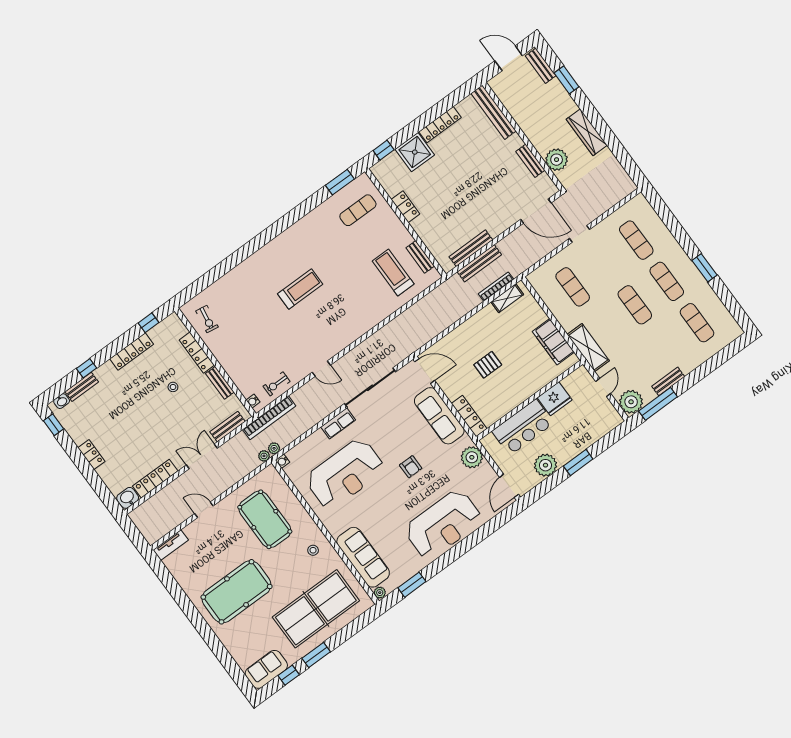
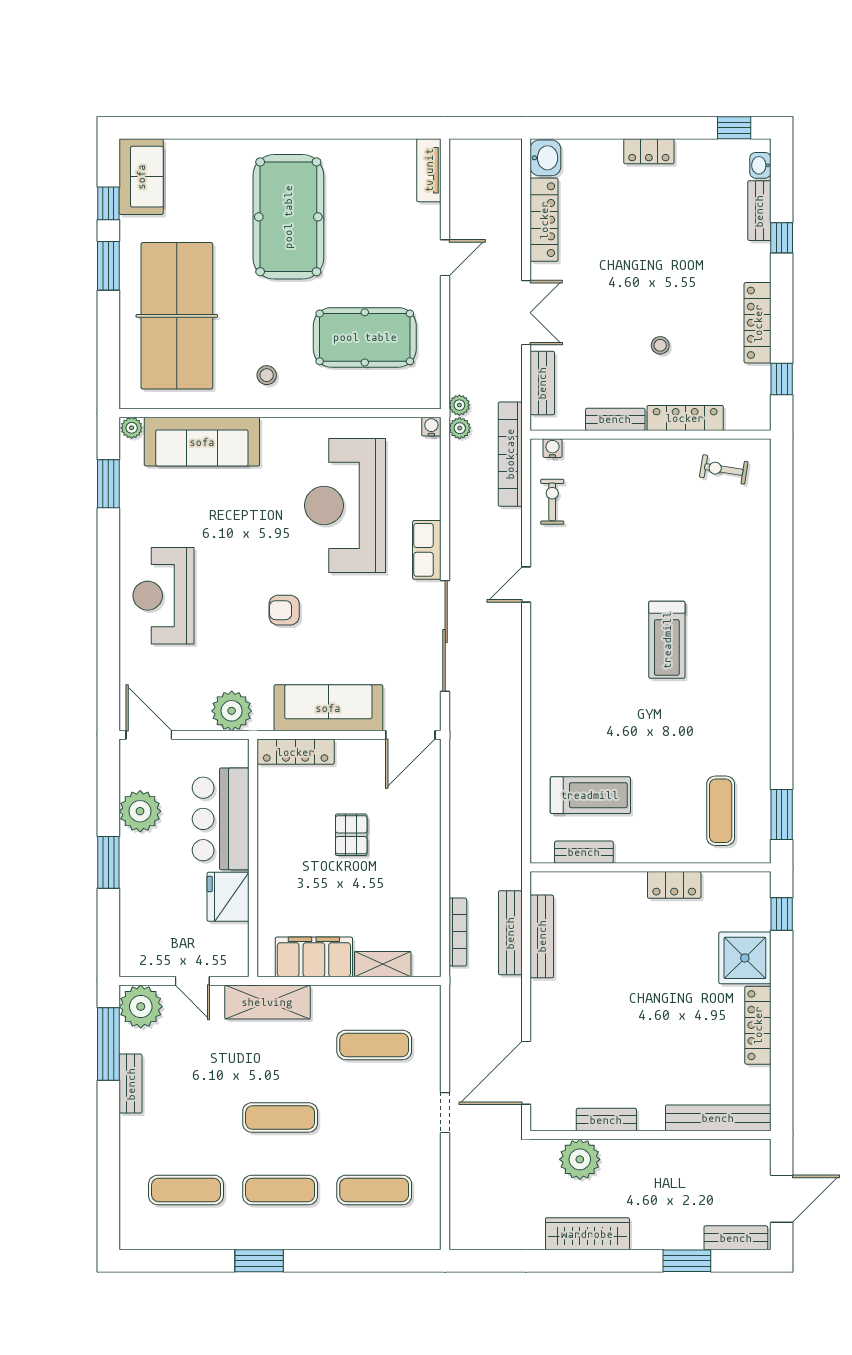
shelving: (507, 298) -> (383, 964), moved, turned 90
reception desk: (443, 524) -> (163, 596), width x0.74, depth x0.77

